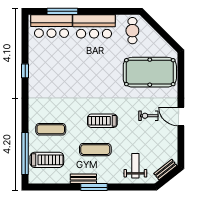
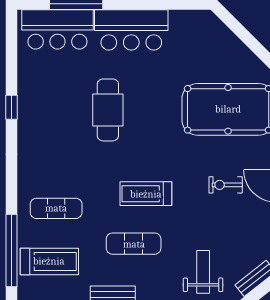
cafe table: (132, 31) -> (108, 110), moved, width x1.37, depth x1.35

